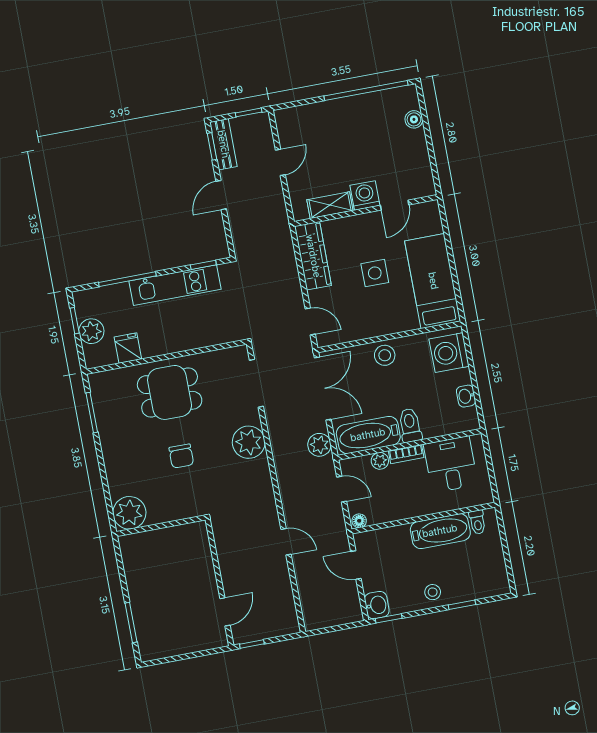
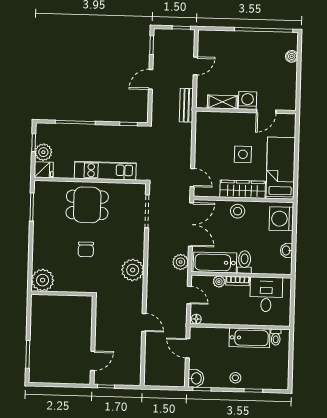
bench: (223, 144) -> (186, 105), moved
wardrobe: (313, 256) -> (243, 189), moved, turned -90
kitchen unit: (175, 285) -> (105, 171), moved, turned 180
fridge: (128, 348) -> (44, 170), moved, turned 90
plant: (249, 442) -> (133, 270), moved

